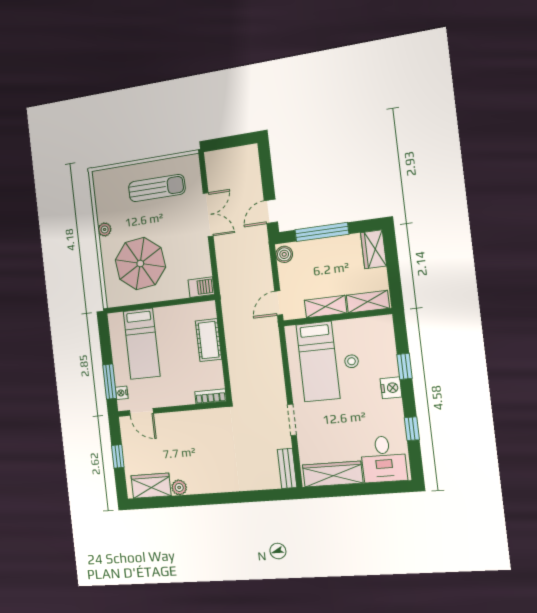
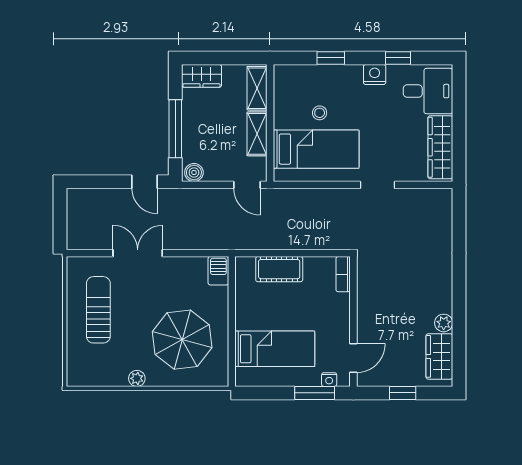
nightstand: (391, 388) -> (375, 74), moved
bench: (287, 468) -> (431, 196), removed

